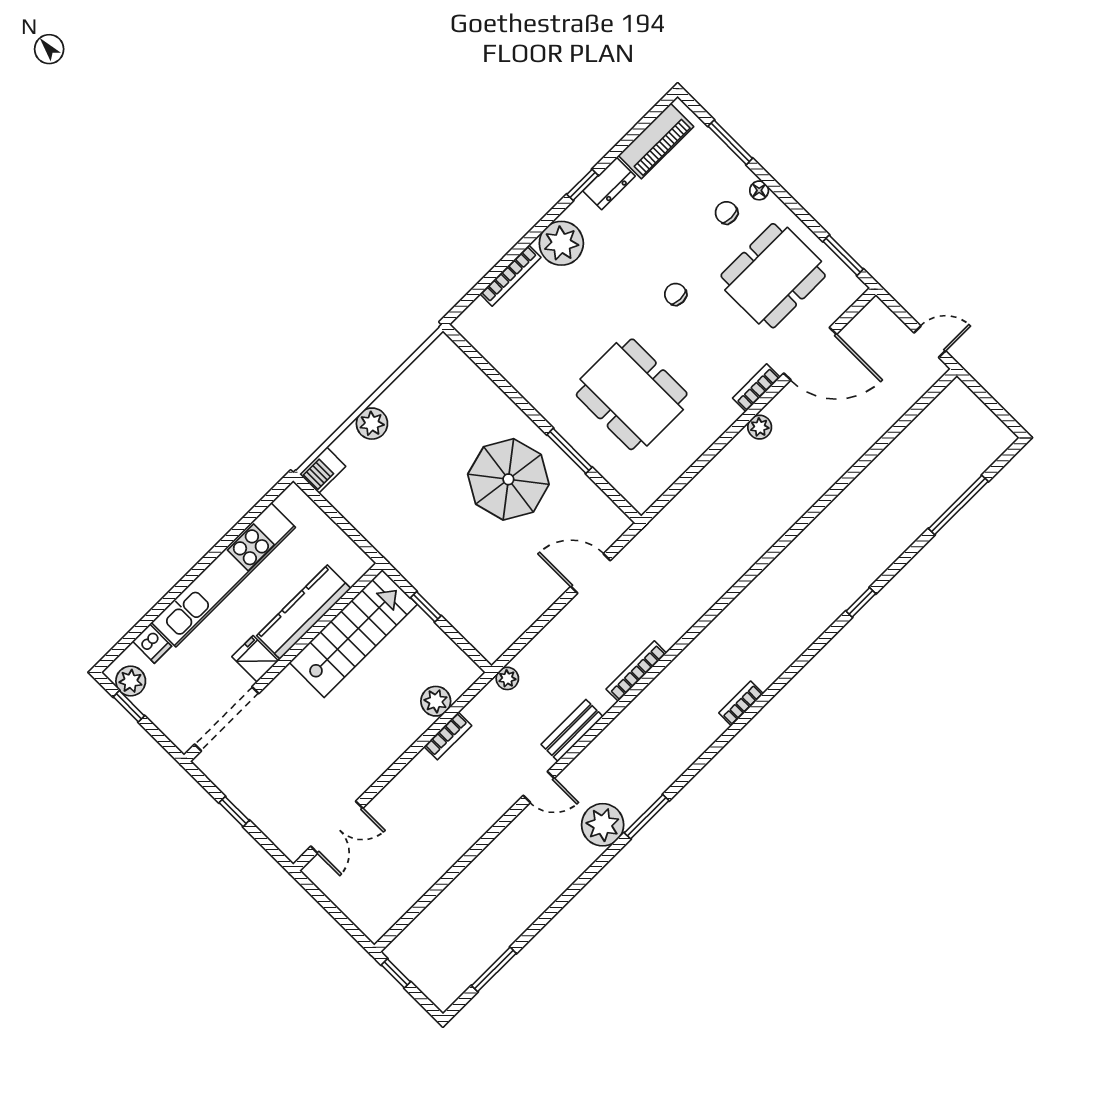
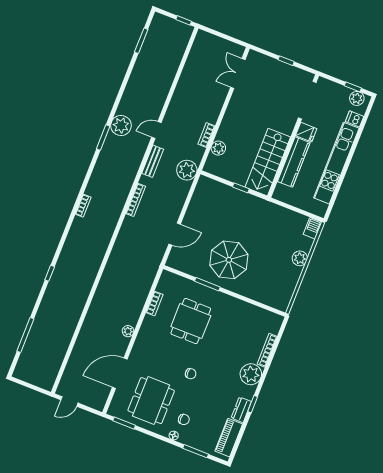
bookcase: (756, 388) -> (154, 304), moved
dining table: (632, 394) -> (191, 321), width x0.73
plant: (507, 678) -> (187, 170), width x1.88, depth x1.88

